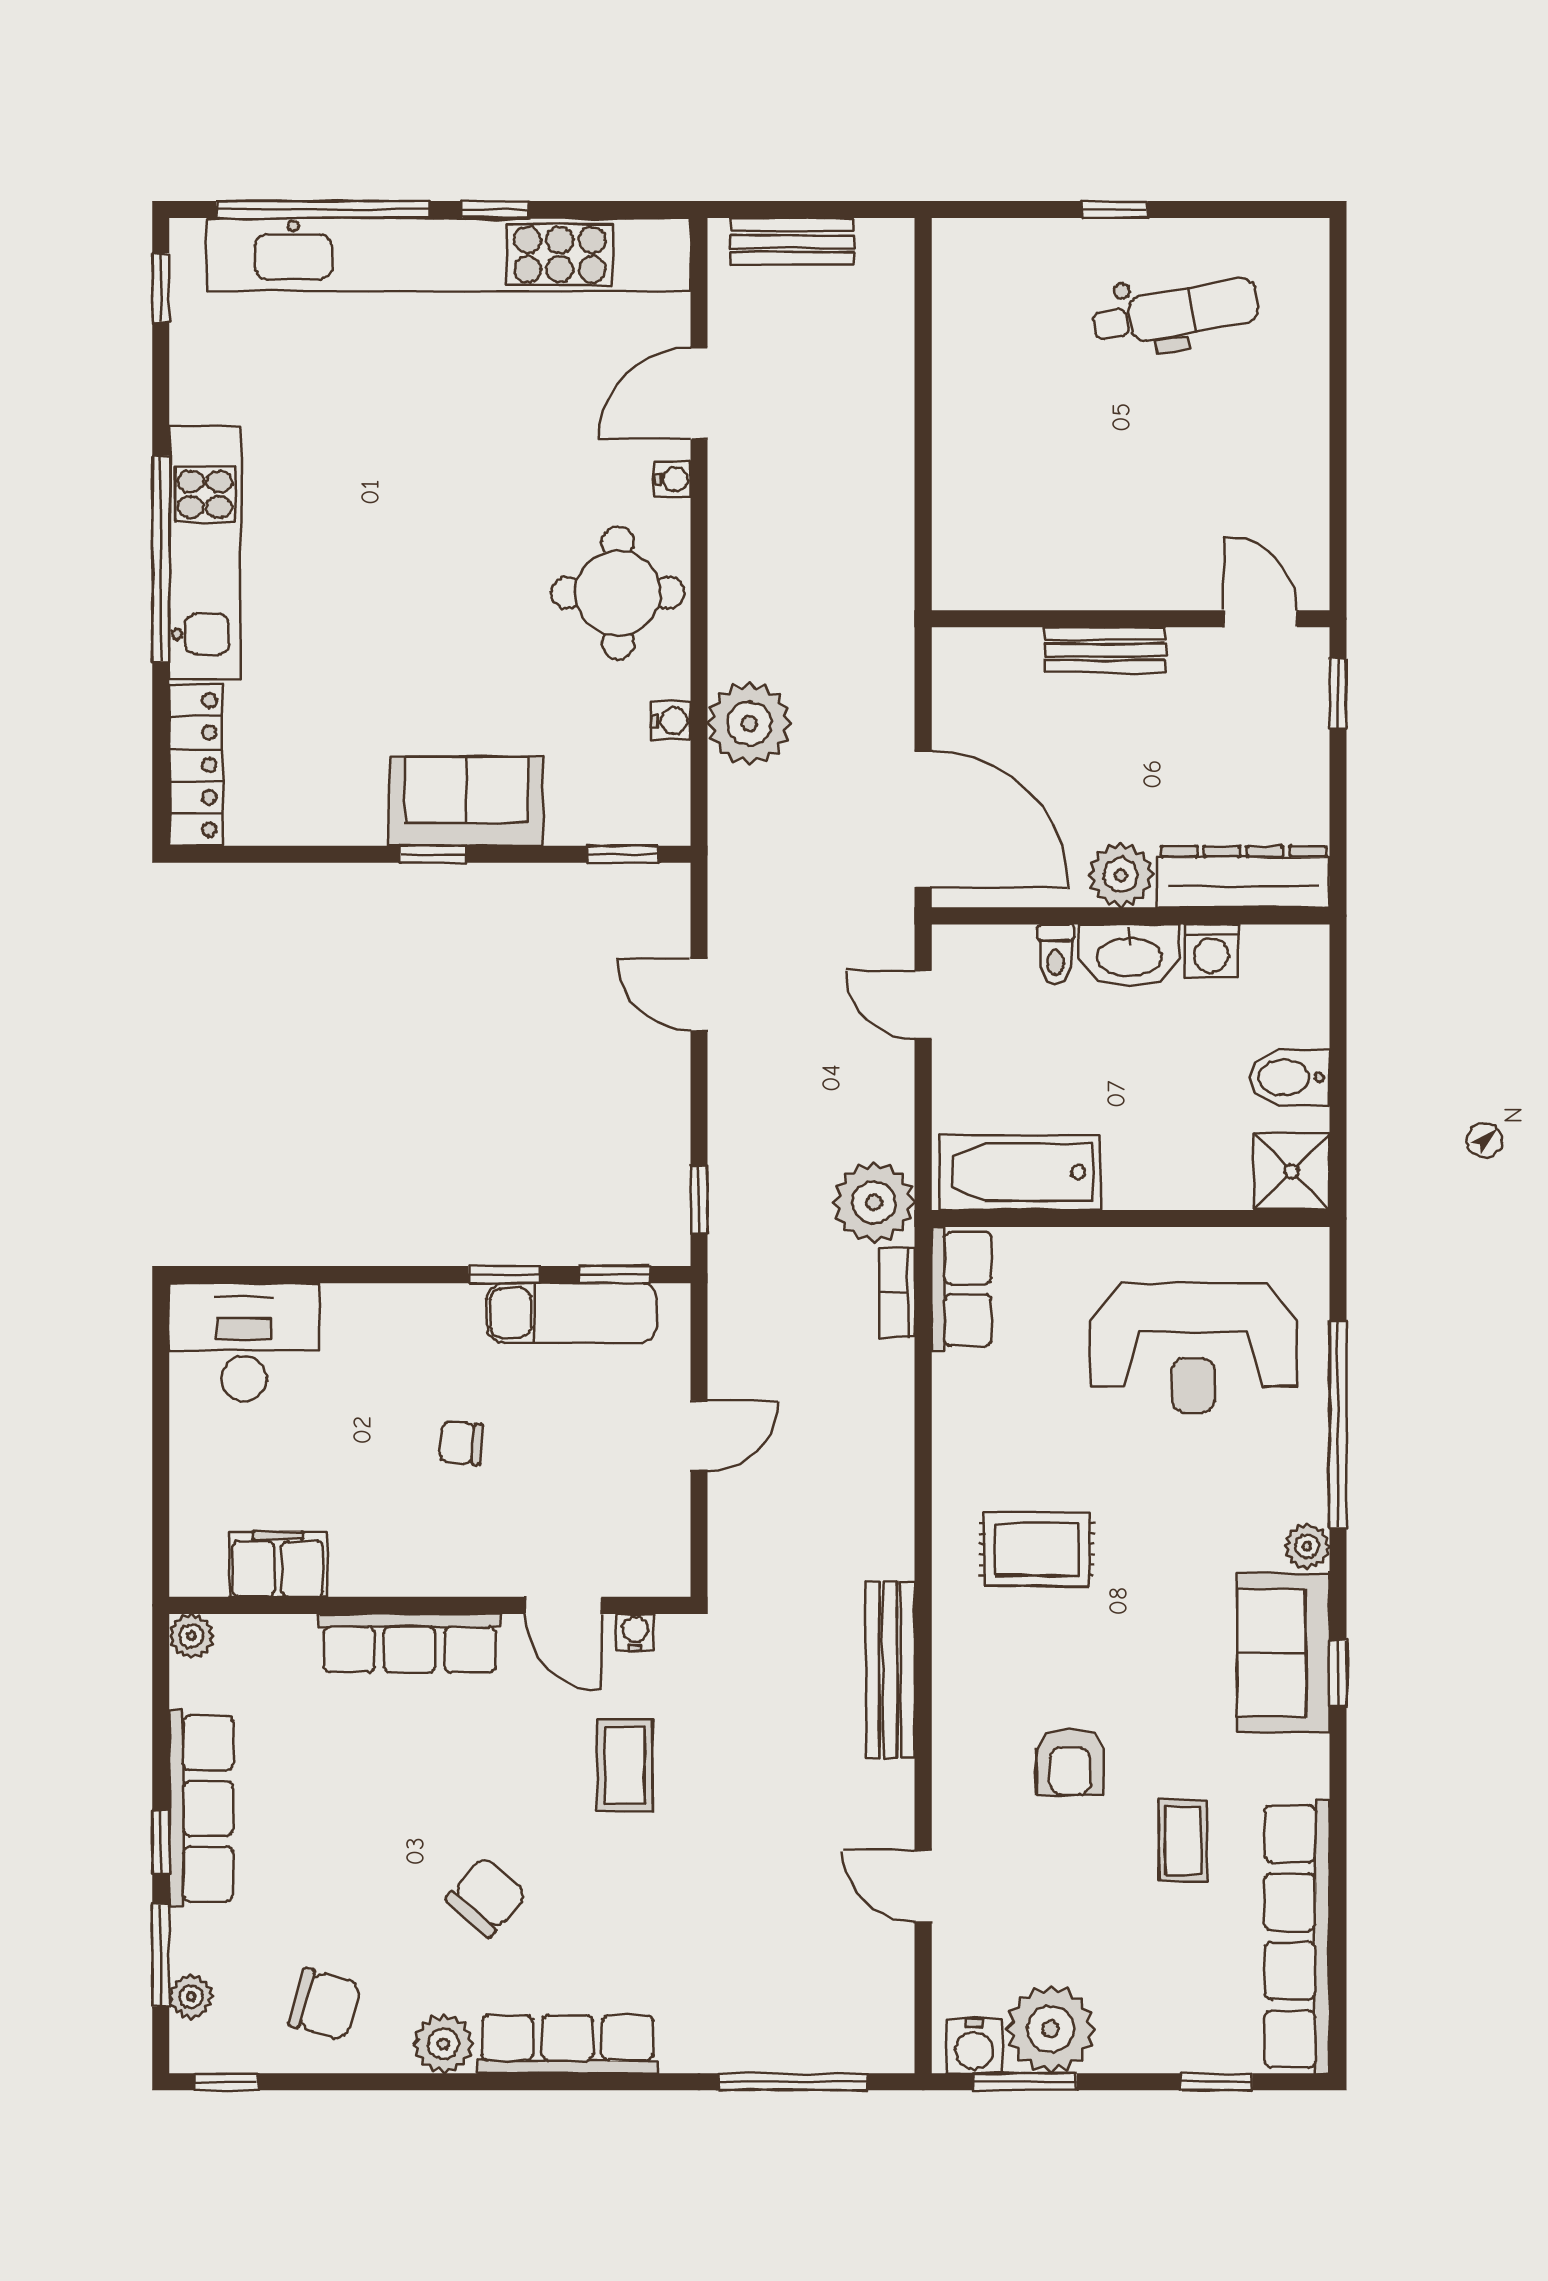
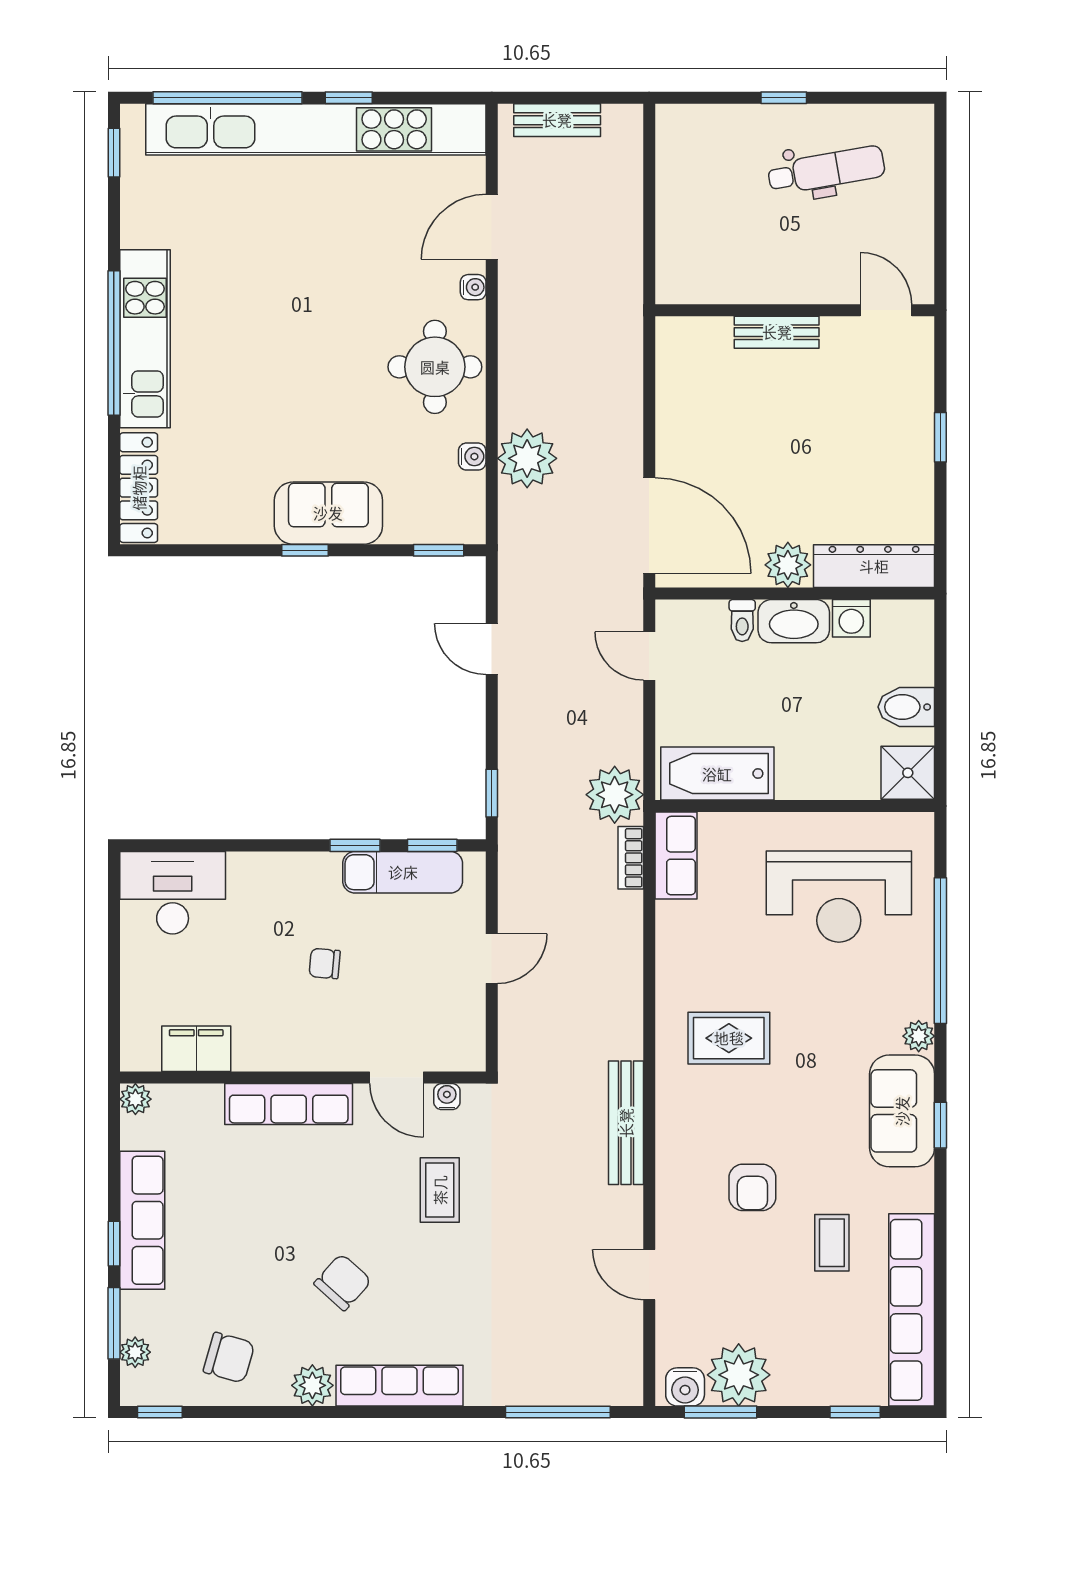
wall: (1131, 619) -> (795, 310), moved
door: (1260, 619) -> (886, 310), moved
bench: (1105, 650) -> (777, 332), moved

